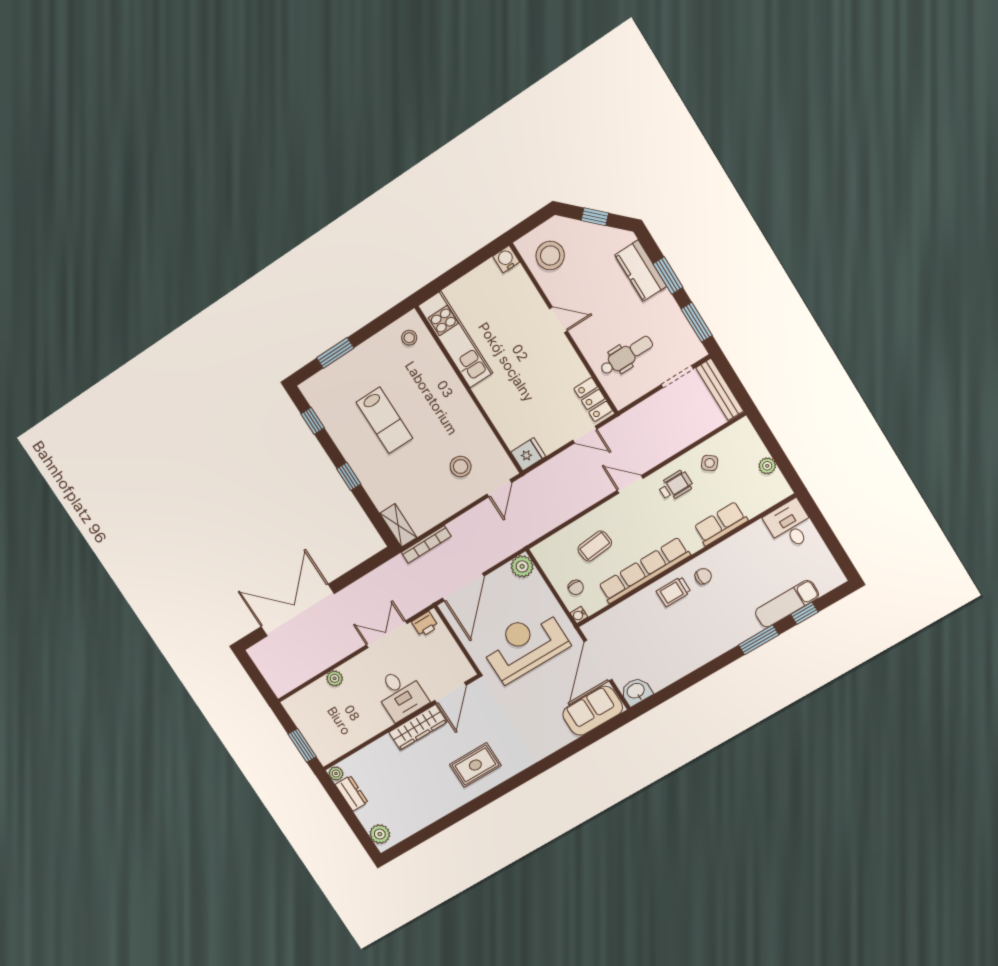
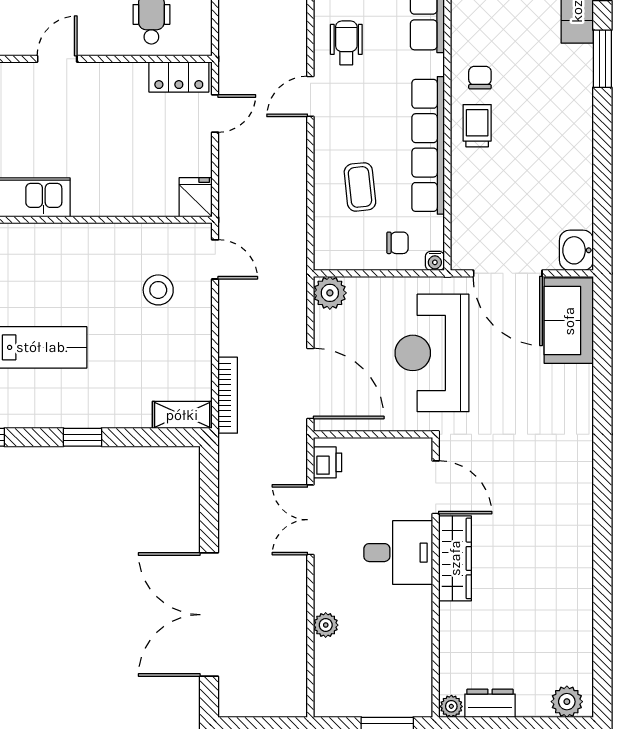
trolley: (674, 592) -> (477, 126), turned 180
rug: (475, 765) -> (549, 516), removed

